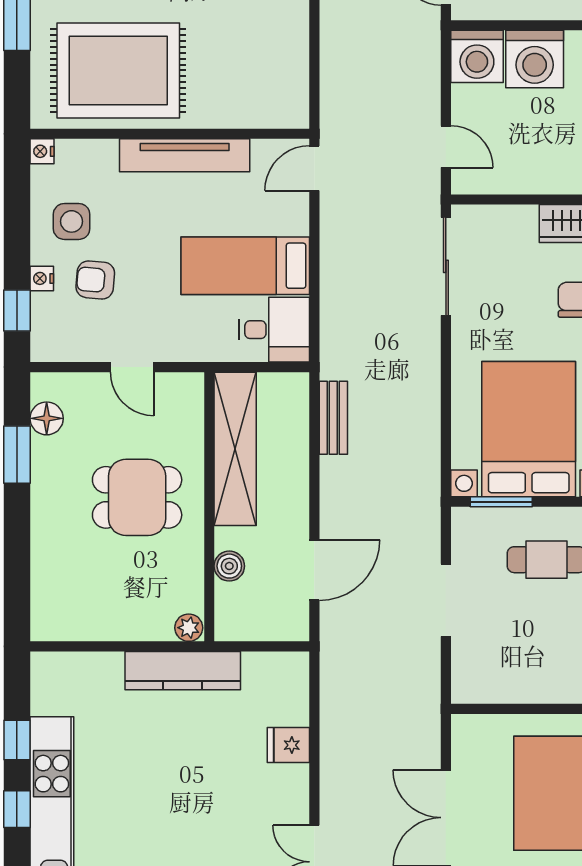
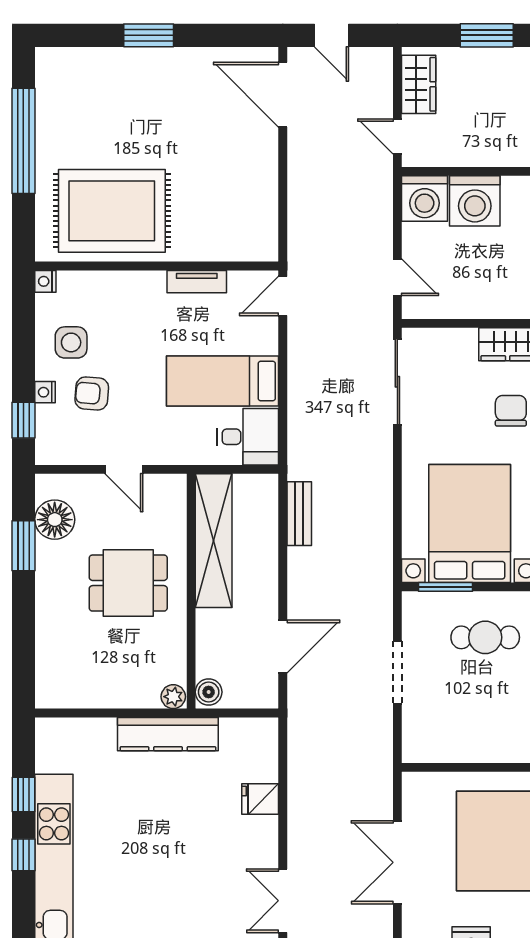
tv unit: (185, 155) -> (197, 282), width x0.52, depth x0.78
floor lamp: (47, 418) -> (55, 520), width x1.38, depth x1.38
boiler: (229, 566) -> (209, 692), moved

